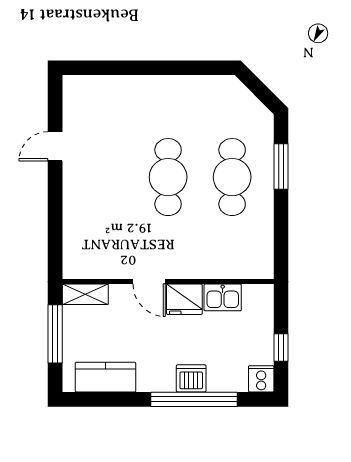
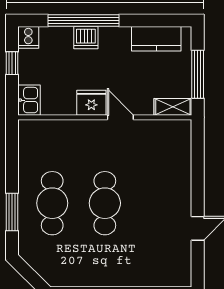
kitchen sink: (223, 297) -> (29, 100), moved, turned 90

